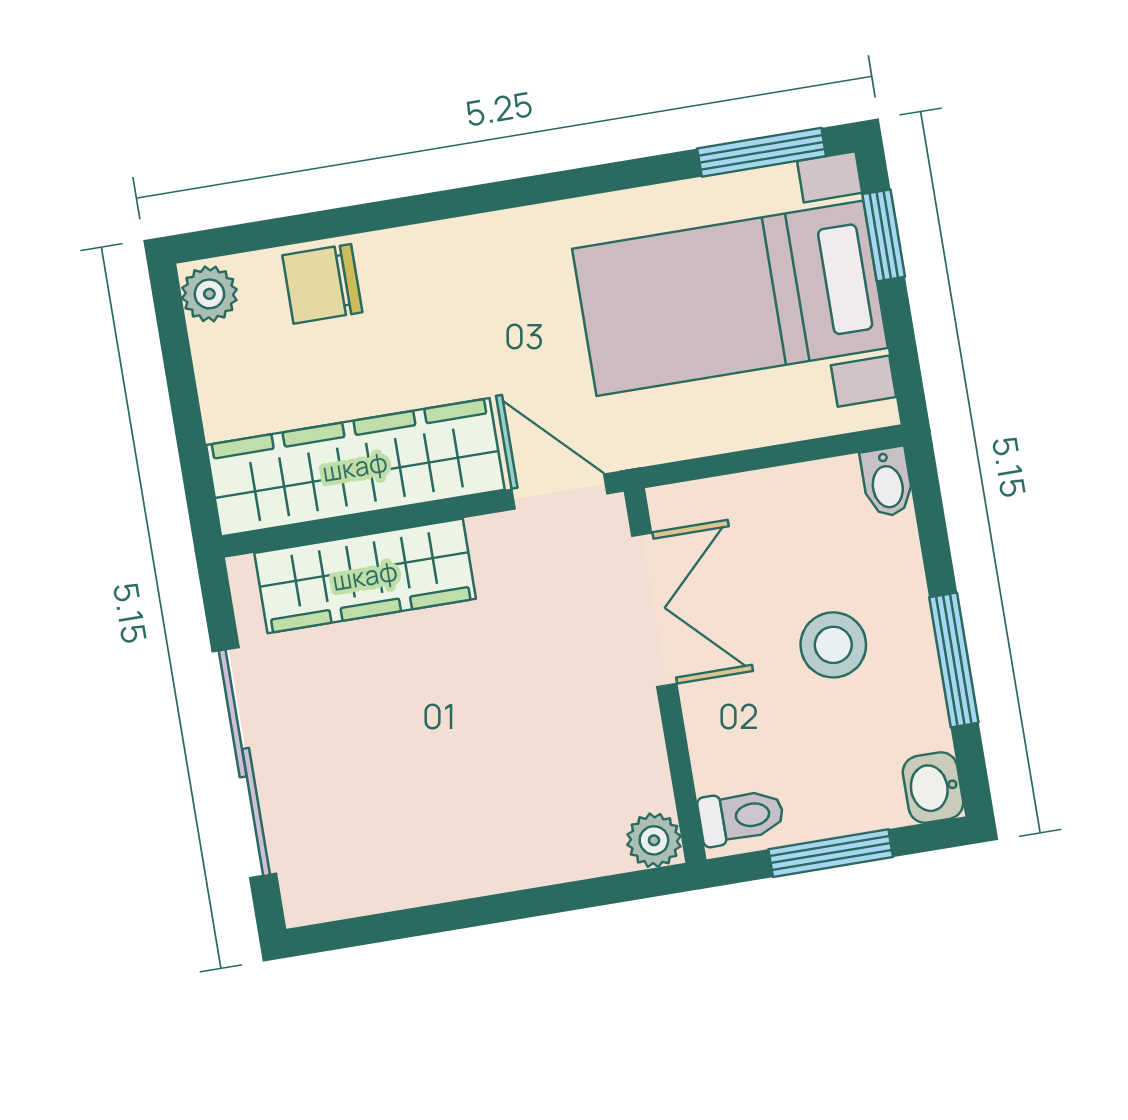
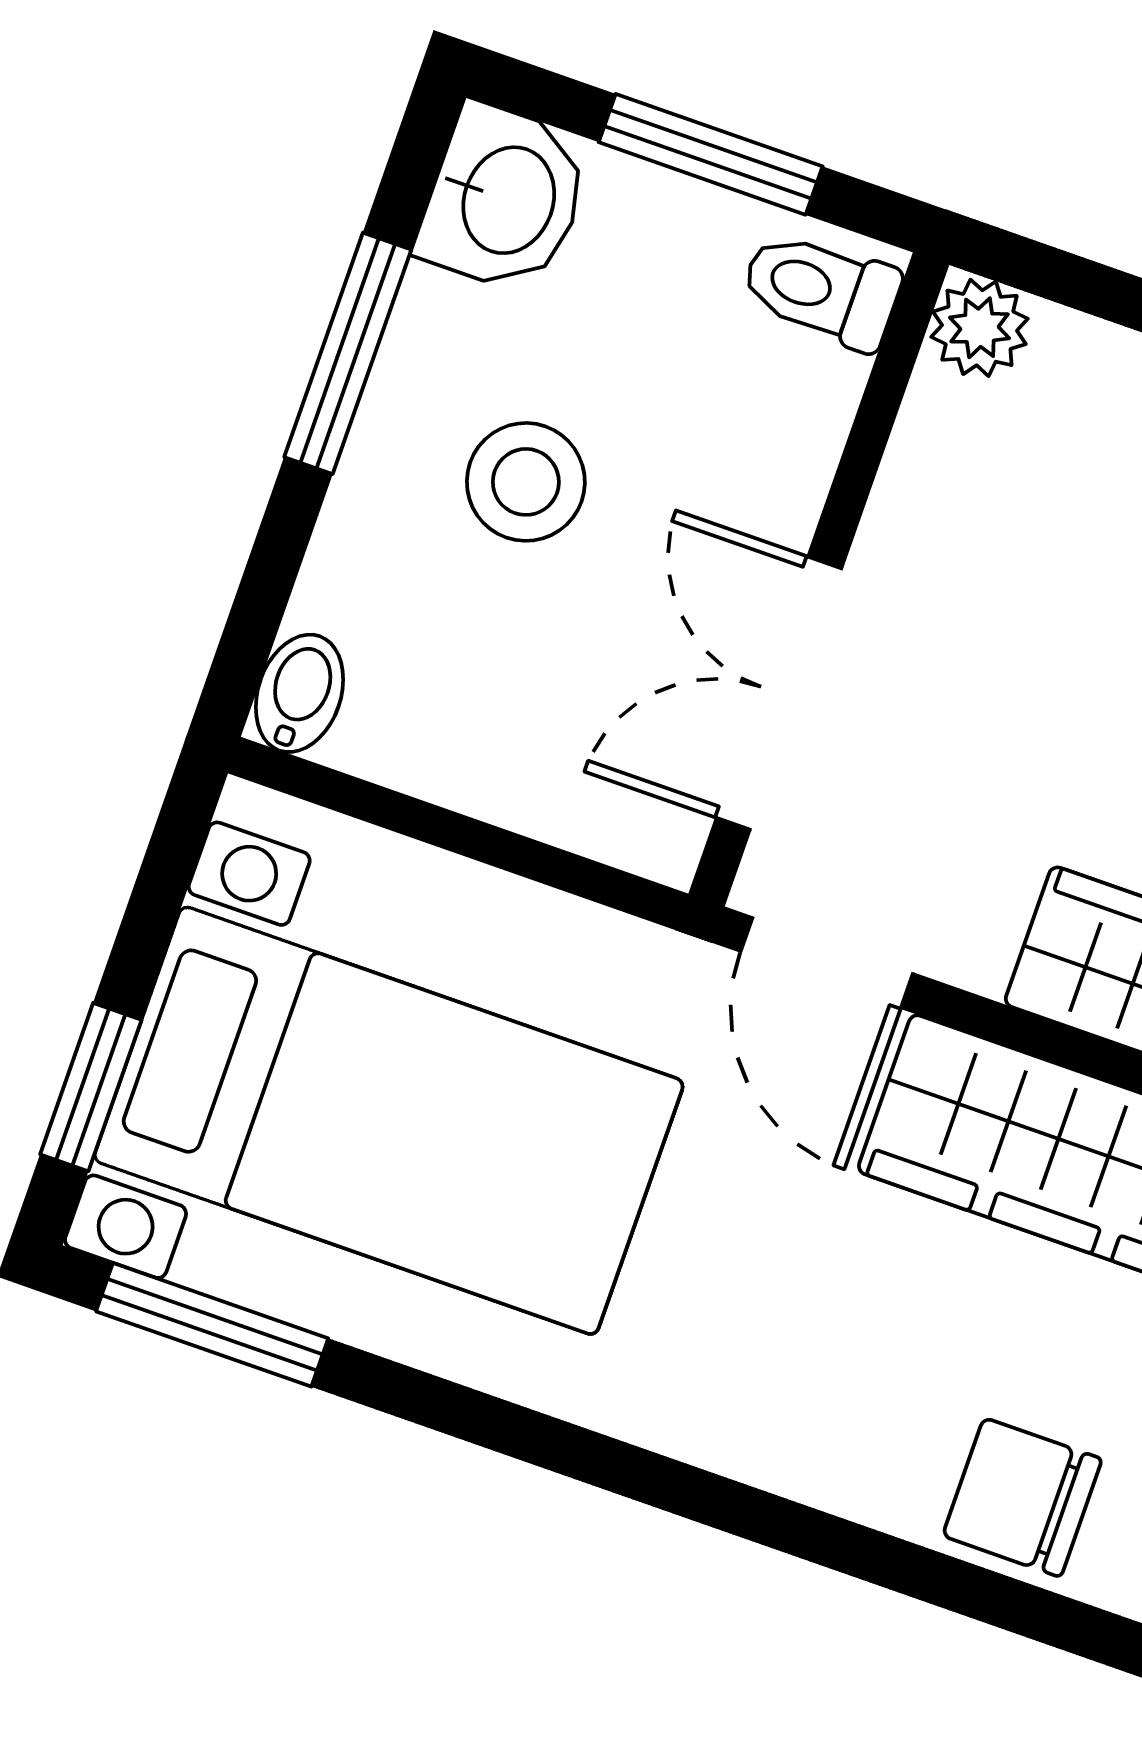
chair: (322, 284) -> (1022, 1497), turned 180
washbasin: (933, 788) -> (505, 199), width x1.38, depth x1.45

